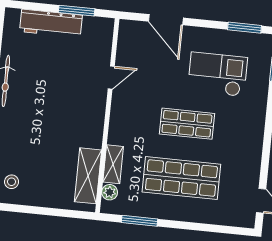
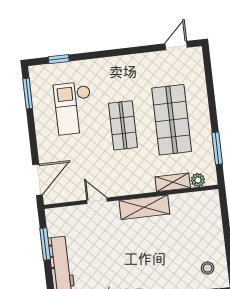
door: (166, 20) -> (38, 180), moved
shelving: (88, 176) -> (144, 207), moved

